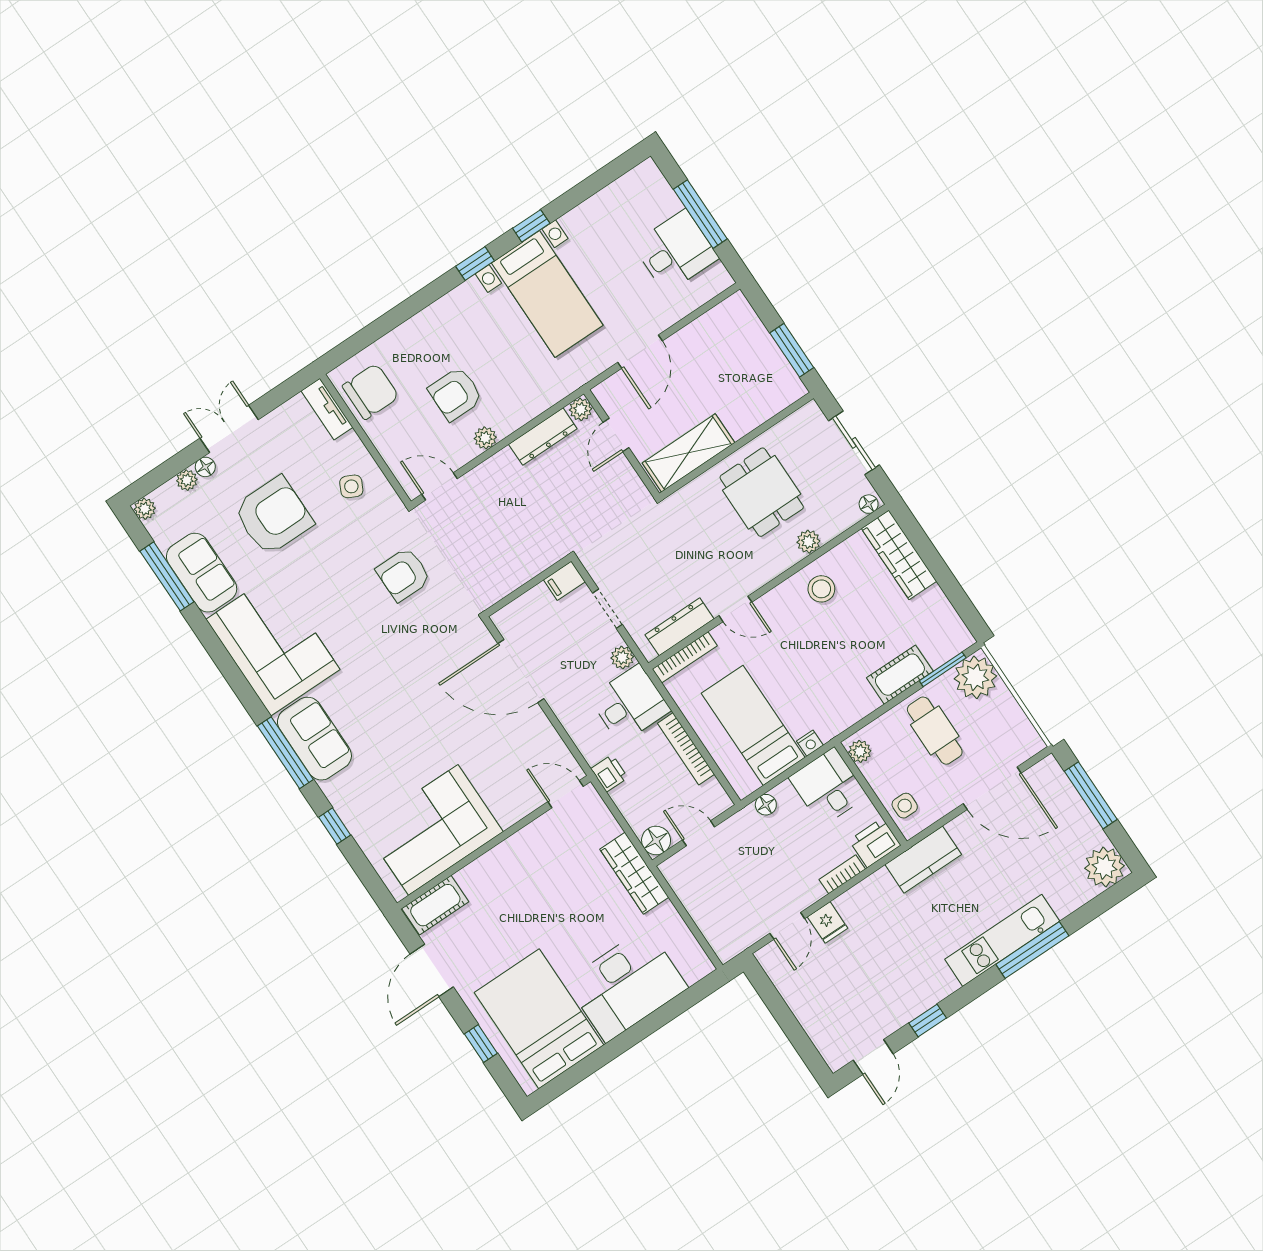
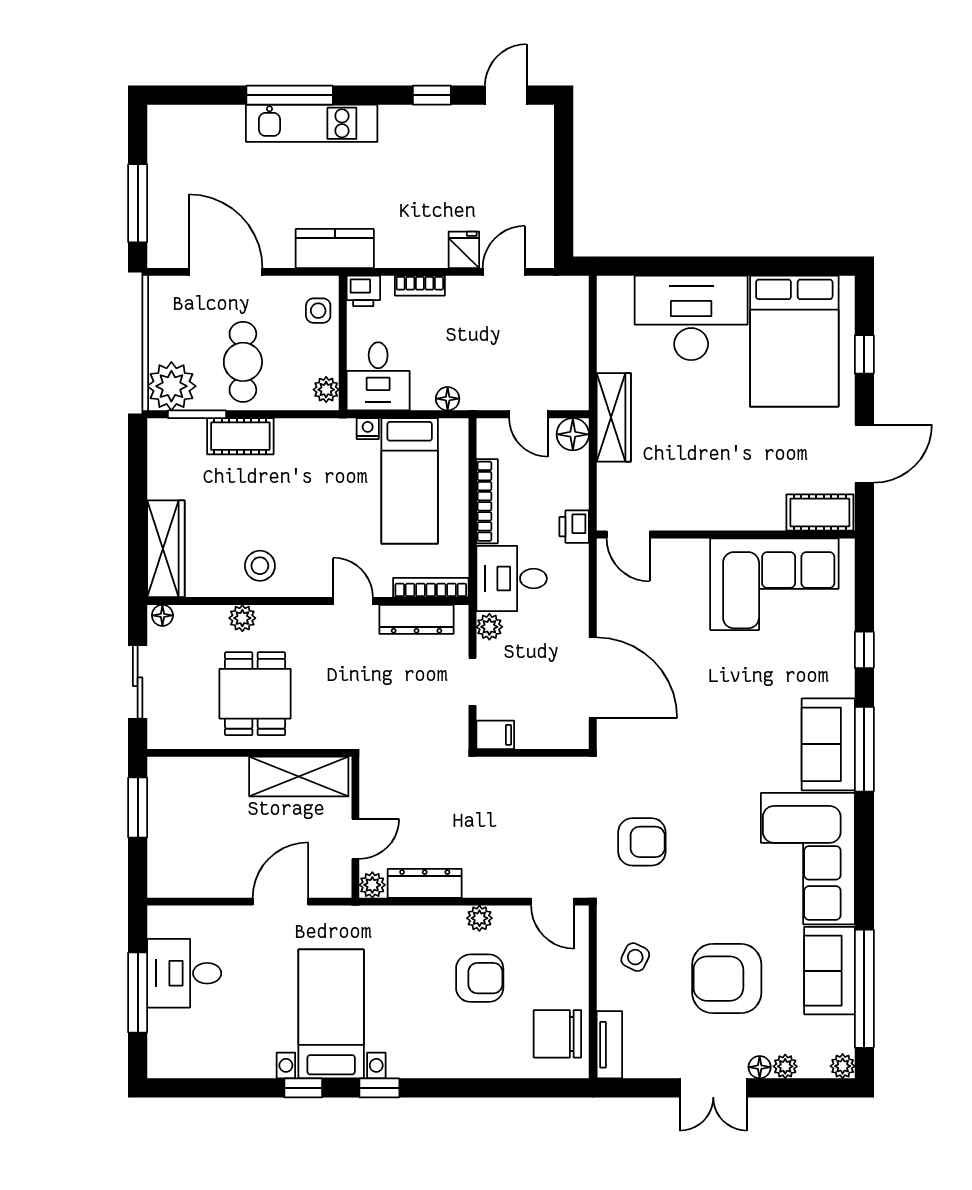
window: (167, 576) -> (864, 989), width x1.46
printer: (875, 843) -> (363, 291), width x0.73, depth x0.81
plant: (1105, 867) -> (170, 127), removed

